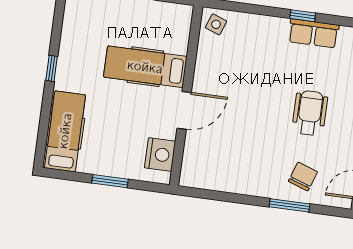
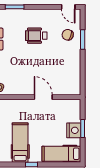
hospital bed: (145, 67) -> (20, 143), moved, turned 180
nightstand: (160, 155) -> (74, 130), moved, turned 90

